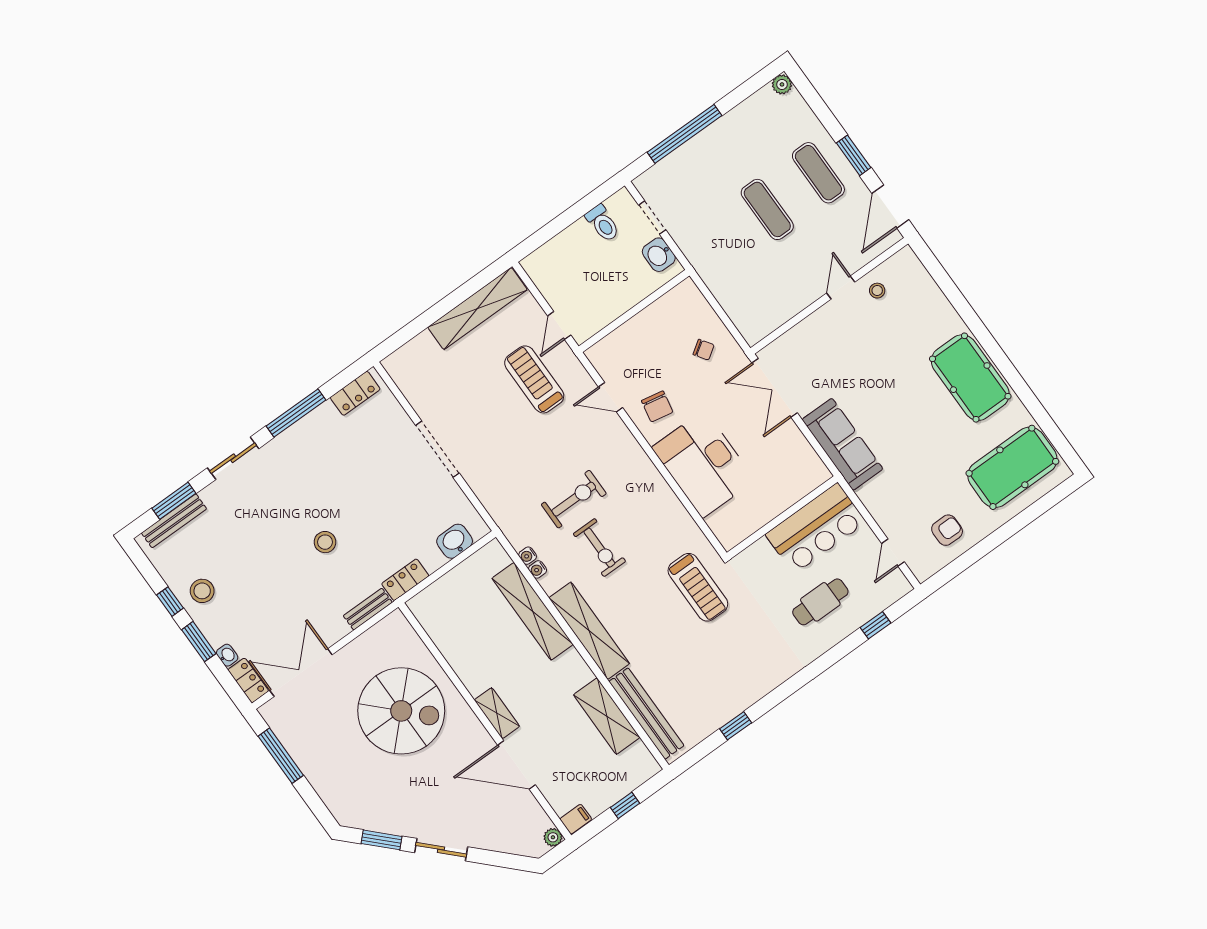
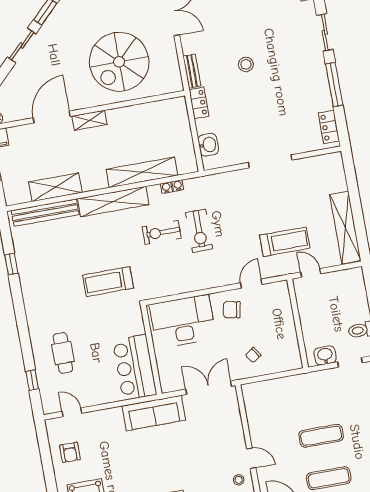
wall: (782, 517) -> (151, 350), moved
bar counter: (816, 528) -> (135, 367), moved

